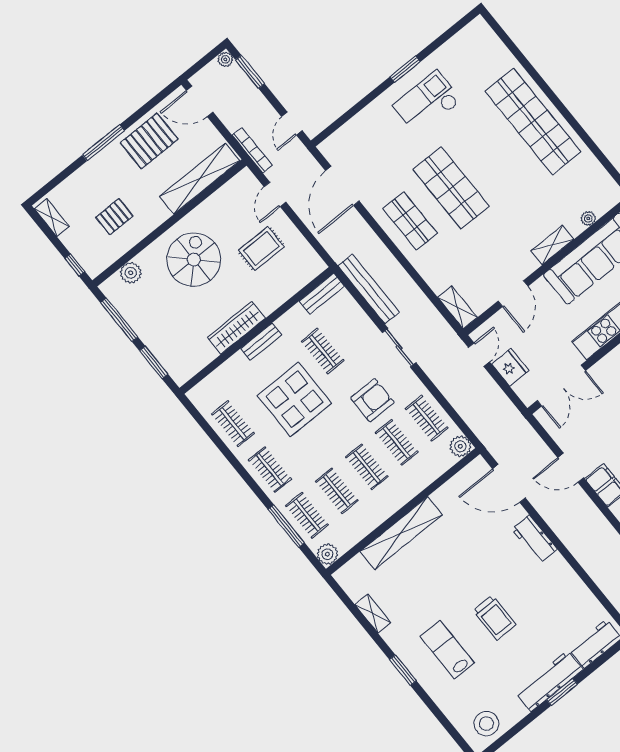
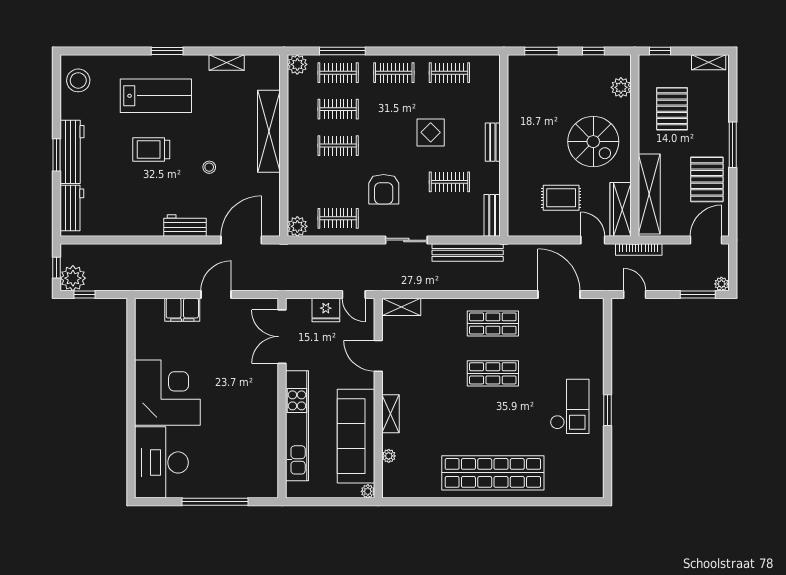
shop shelf: (451, 188) -> (493, 373), width x0.70, depth x0.74
pallet: (114, 217) -> (672, 109), width x1.50, depth x1.42
rug: (261, 249) -> (561, 198), turned 90
window: (119, 320) -> (593, 51), width x0.46
wardrobe: (236, 328) -> (621, 209), moved, turned 180
display table: (295, 399) -> (431, 132), width x0.54, depth x0.54
clothes rail: (397, 442) -> (338, 182), removed
stool: (470, 558) -> (209, 167), added
lab bench: (447, 650) -> (156, 96), width x1.36, depth x1.39

